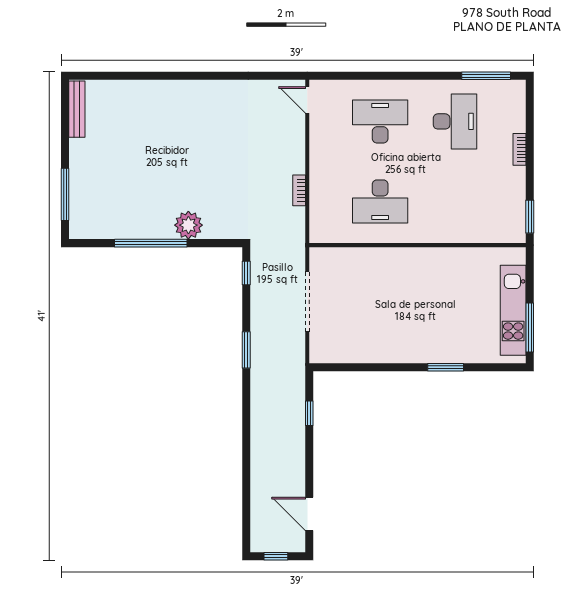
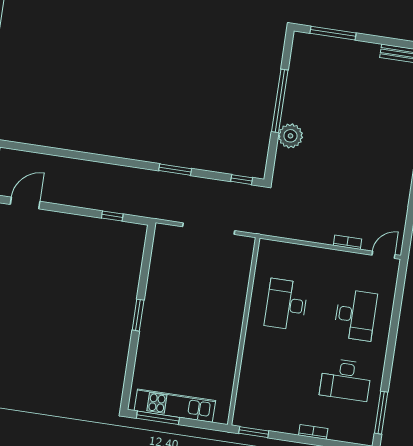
bookcase: (299, 190) -> (348, 242), moved
window: (446, 367) -> (138, 315), moved

